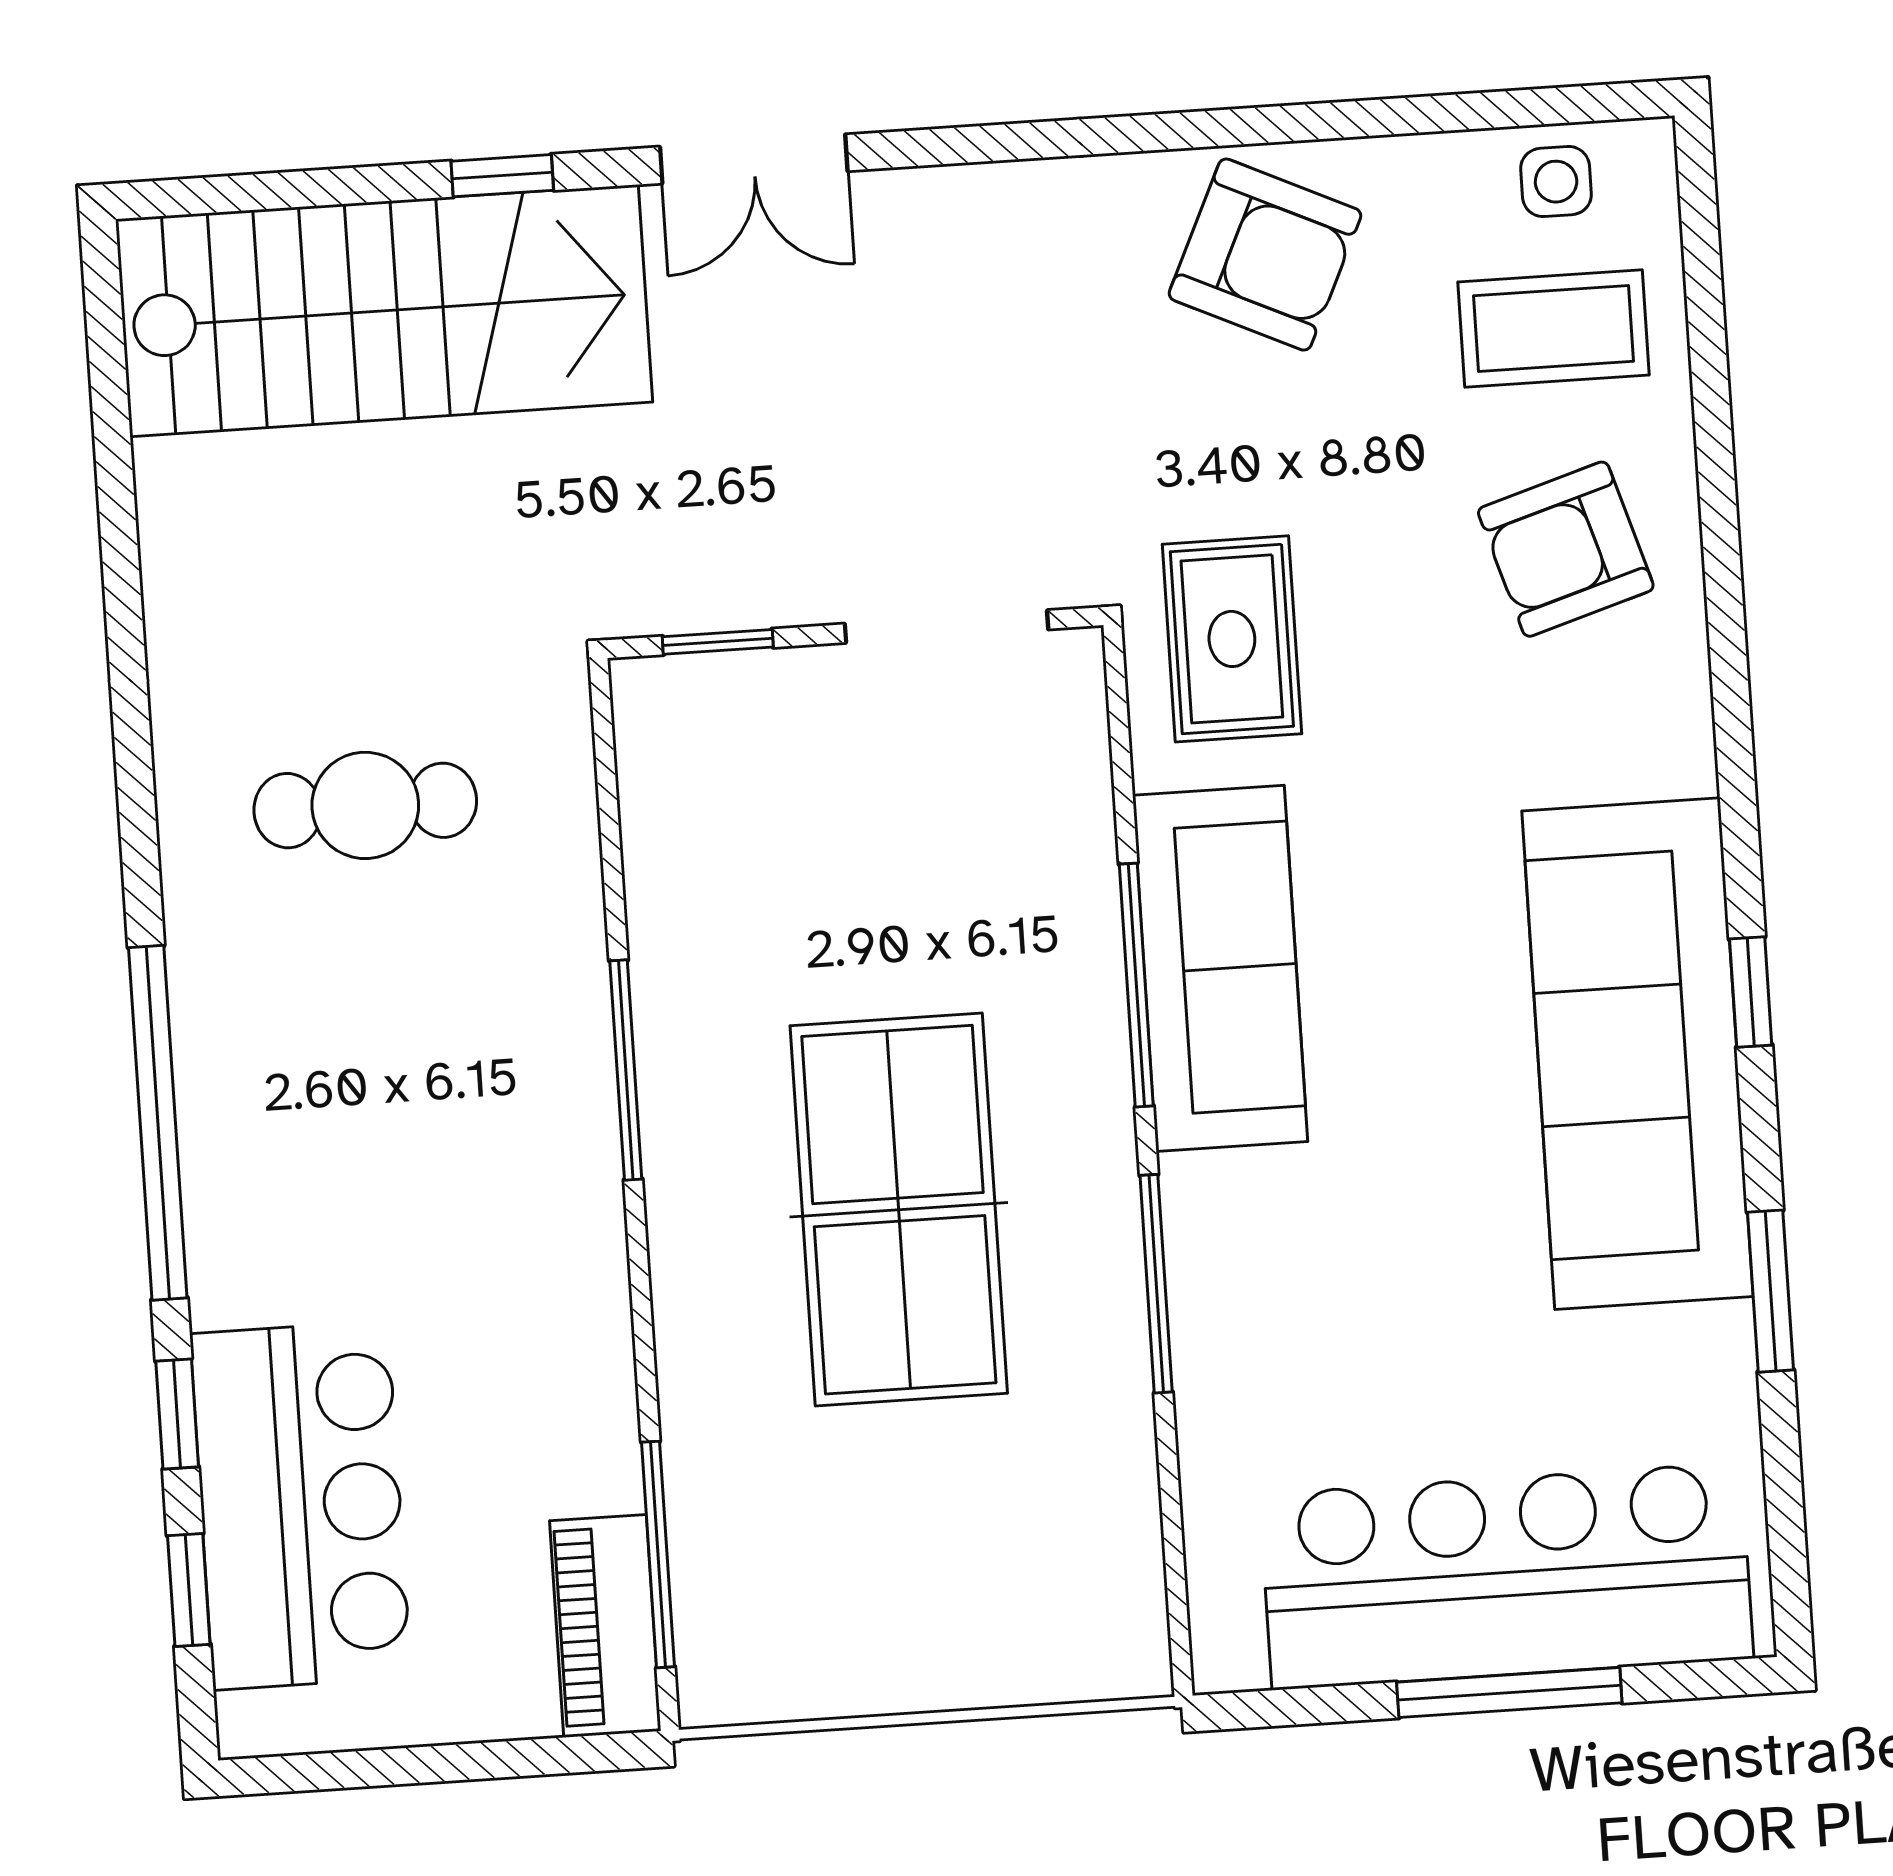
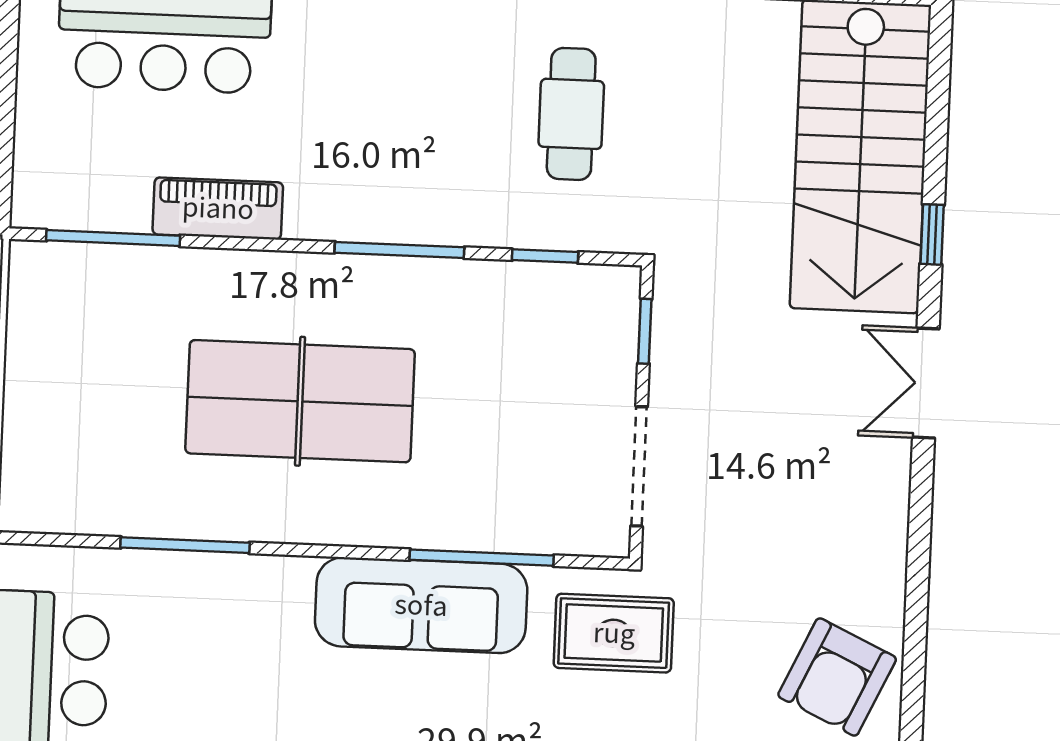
window: (609, 824) -> (545, 256), added
window: (1136, 985) -> (482, 558), moved
window: (1156, 1284) -> (185, 545), moved
piano: (605, 1626) -> (218, 208), moved

